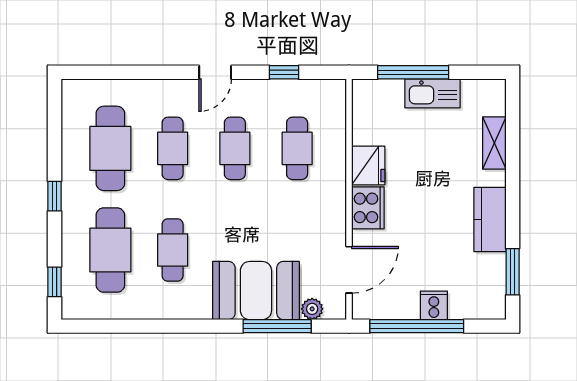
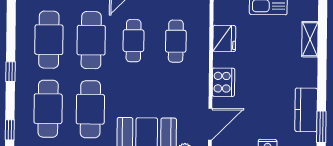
cafe table: (173, 148) -> (91, 40), width x1.37, depth x1.35
fridge: (368, 166) -> (224, 38), moved
kitchen counter: (490, 220) -> (306, 110), moved
cafe table: (173, 250) -> (90, 109), width x1.37, depth x1.35

